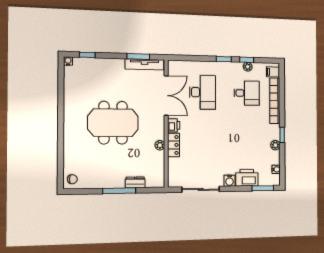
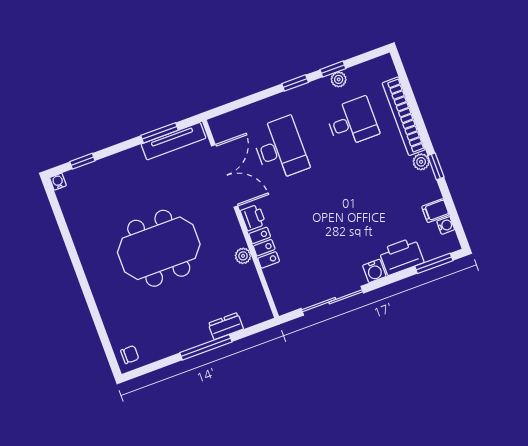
filing cabinet: (273, 72) -> (435, 211), moved
plant: (275, 145) -> (421, 162), moved

